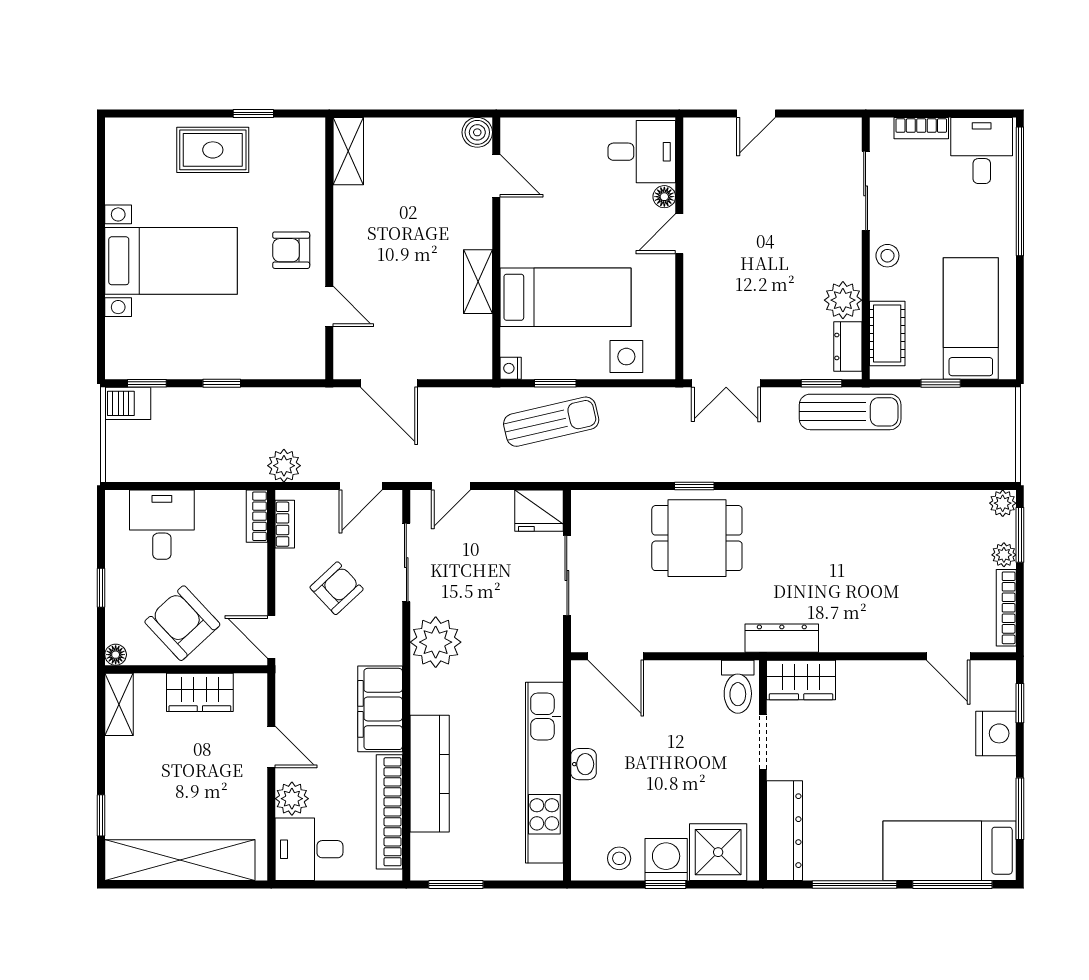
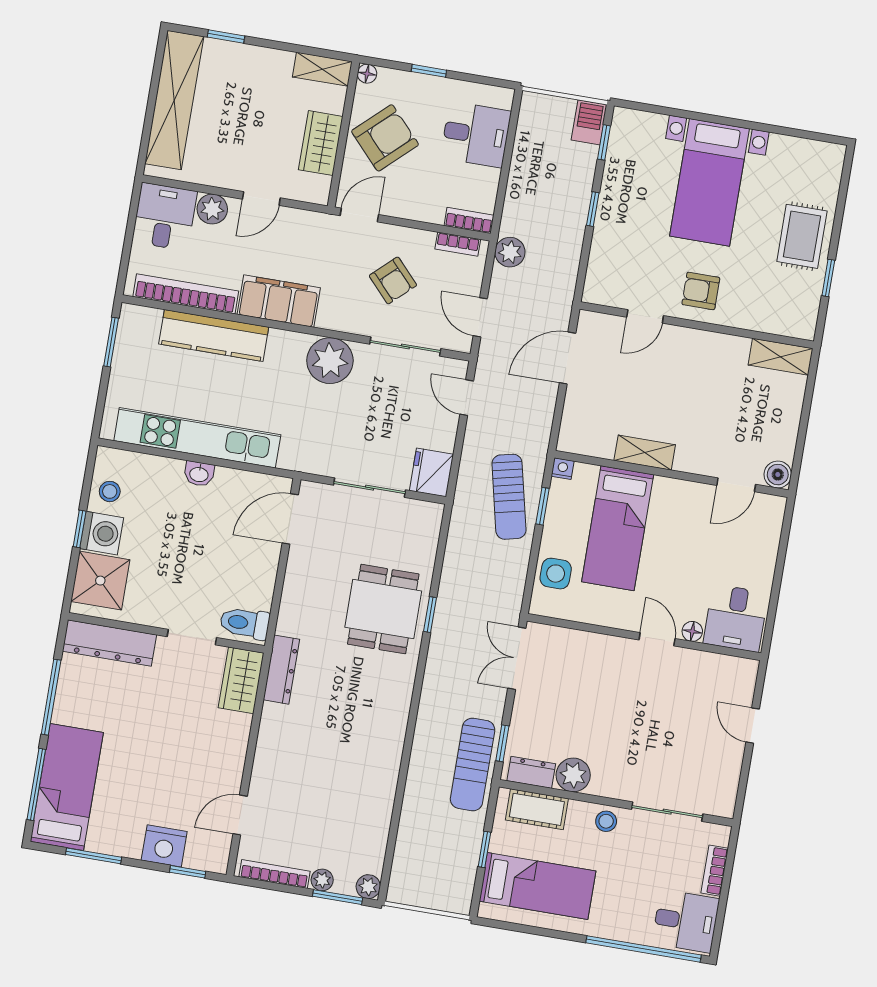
armchair: (291, 250) -> (701, 291), turned -90

